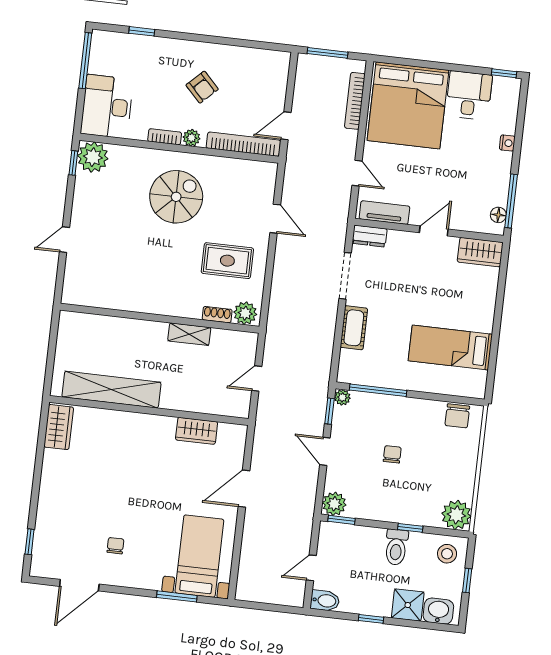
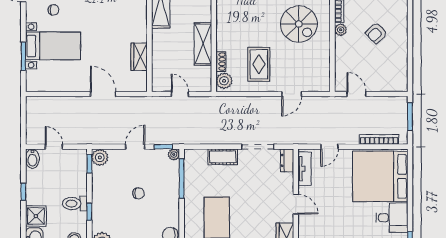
bookcase: (243, 144) -> (340, 66), removed
shelving: (189, 334) -> (203, 44), width x1.50, depth x1.33
bed with nightstands: (199, 556) -> (53, 46), moved

